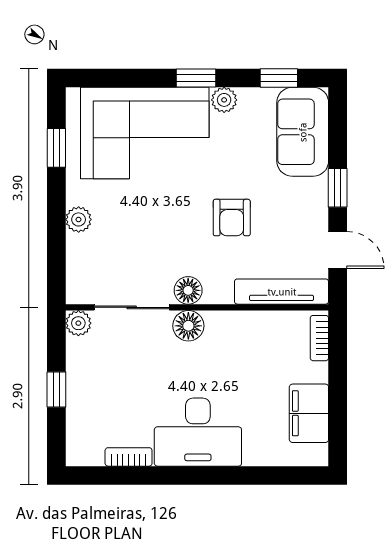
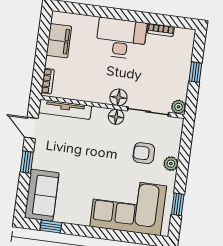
window: (196, 78) -> (96, 232), removed
plant: (224, 100) -> (82, 218), removed
armchair: (232, 218) -> (144, 153), moved, turned -90

